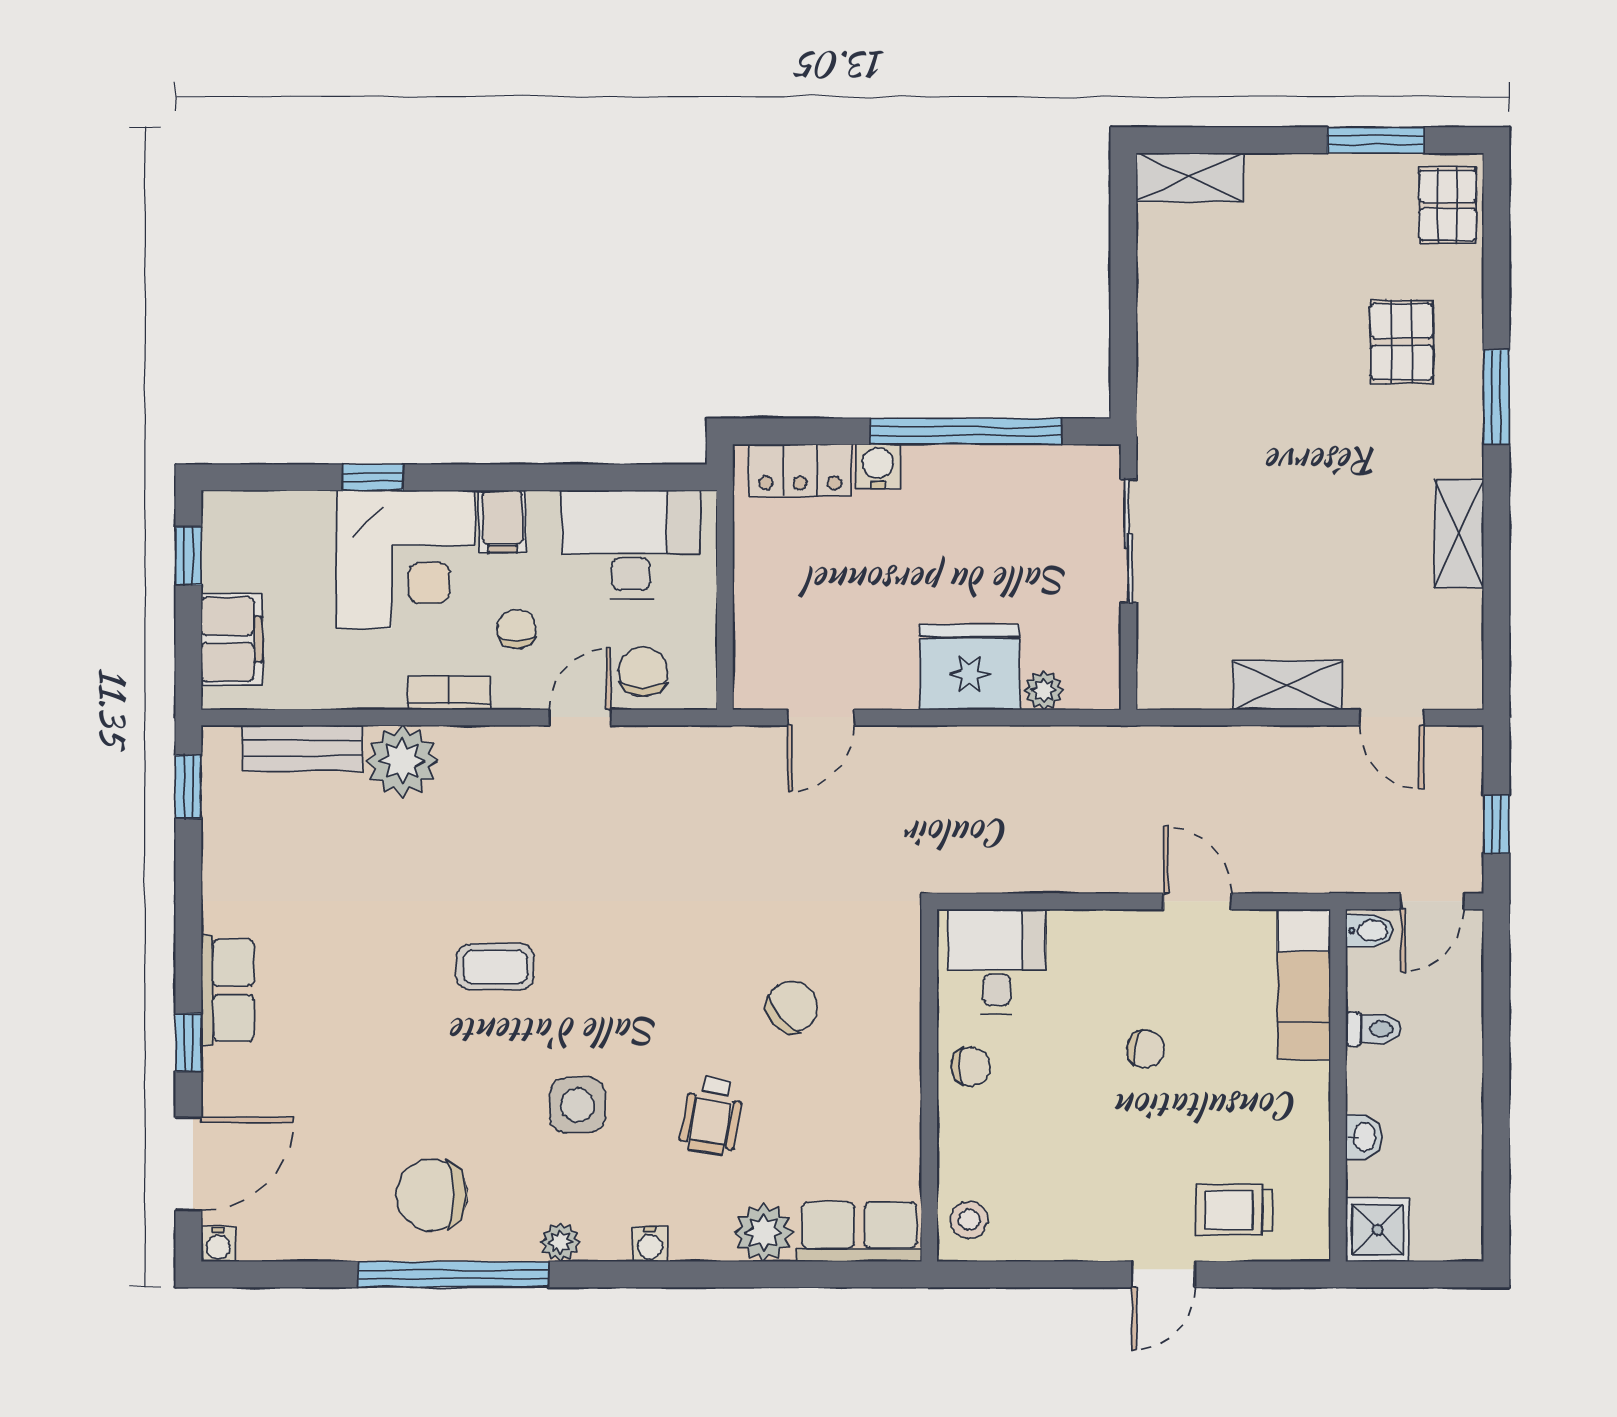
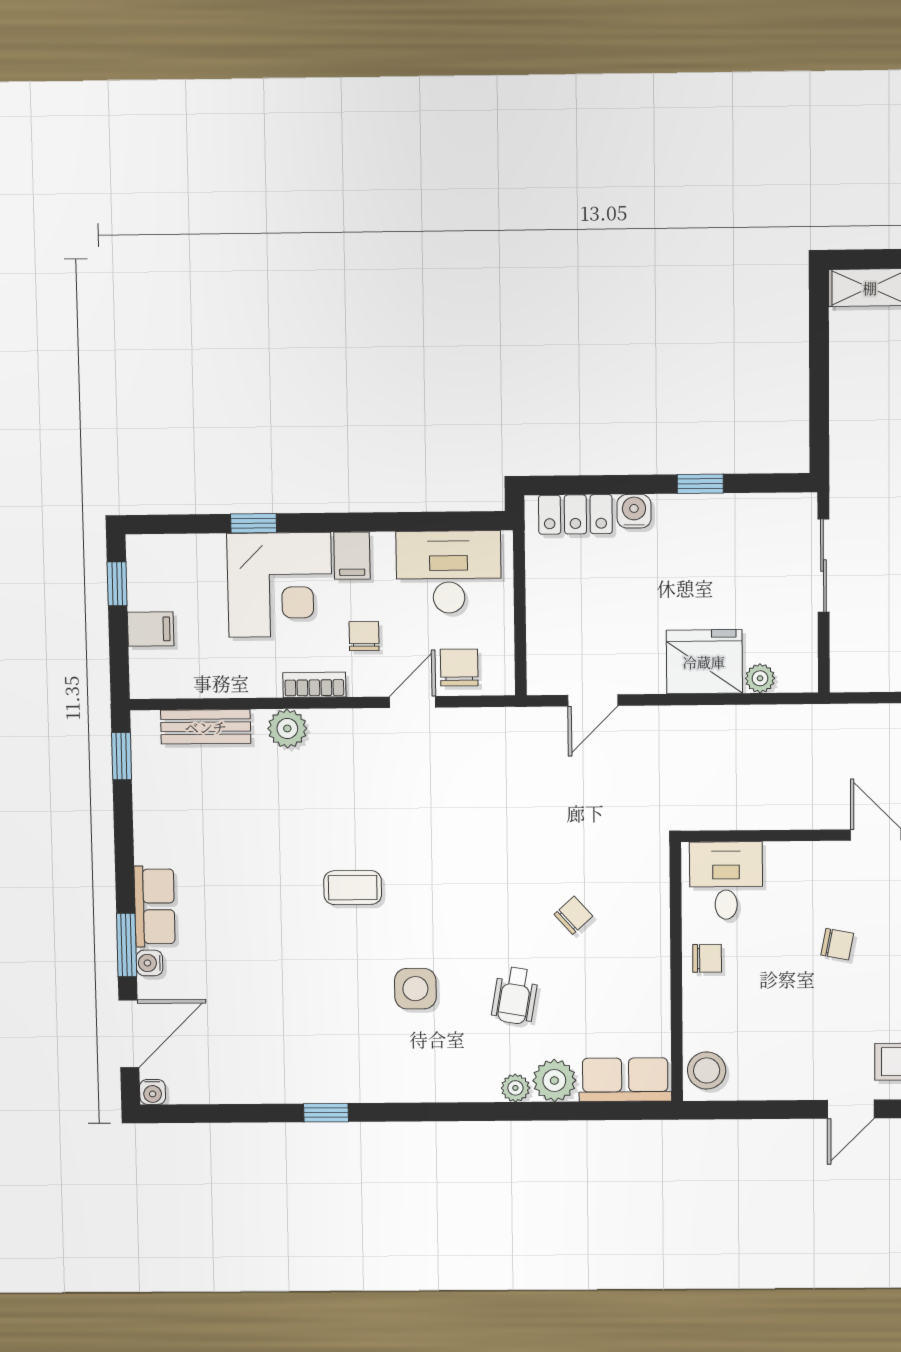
window: (966, 431) -> (700, 484), width x0.32
filing cabinet: (232, 639) -> (151, 629), width x0.50
plant: (402, 761) -> (287, 729), width x0.73, depth x0.73
chair: (792, 1007) -> (573, 915), width x0.73, depth x0.73
window: (188, 1042) -> (127, 945), width x1.50
chair: (432, 1195) -> (309, 1055), removed
stool: (969, 1220) -> (707, 1070), width x1.37, depth x1.37
plant: (560, 1242) -> (515, 1088), moved
water cooler: (650, 1244) -> (150, 963), moved, turned 90
window: (453, 1274) -> (326, 1113), width x0.32

